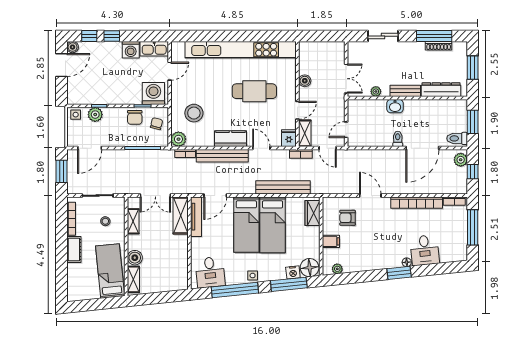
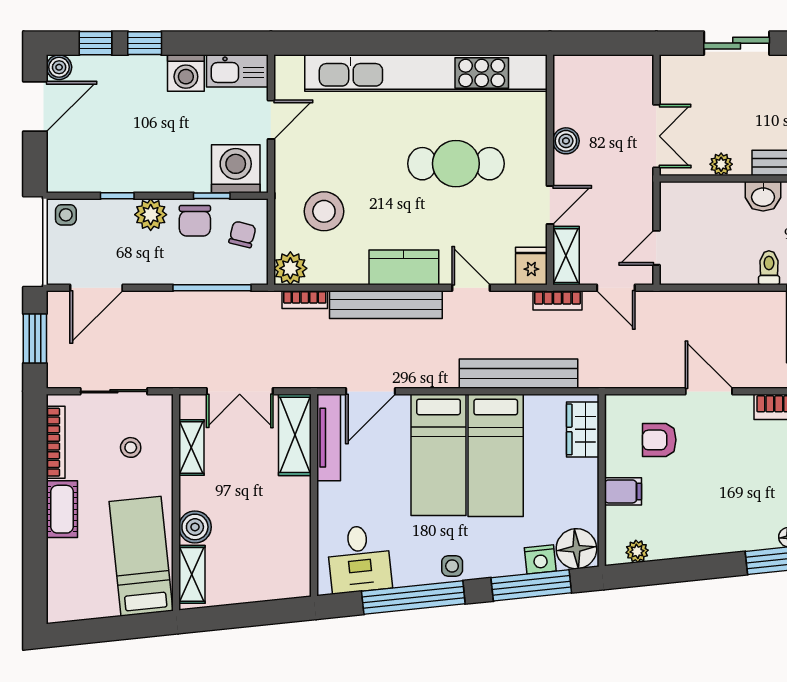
plant: (95, 115) -> (151, 215), moved

